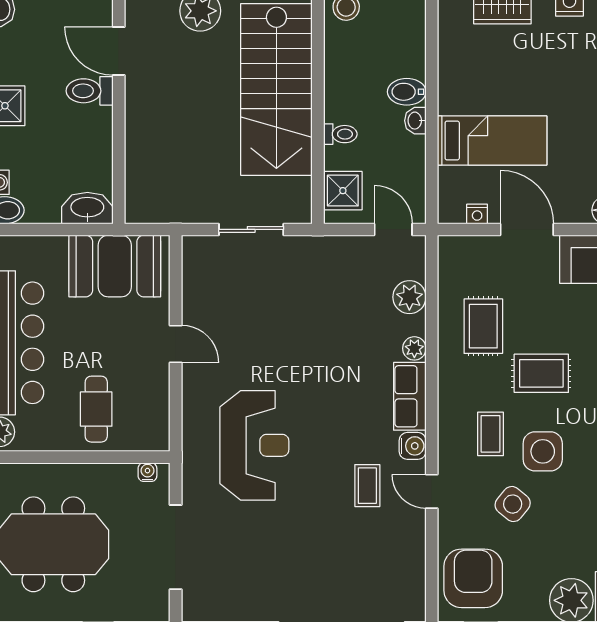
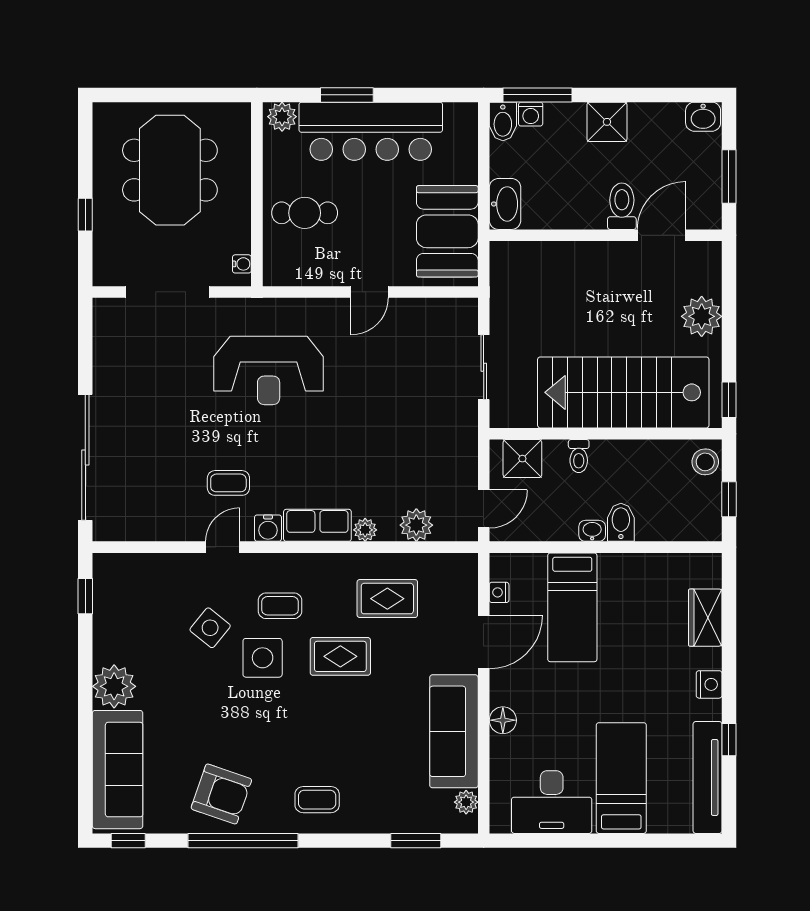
rug: (541, 373) -> (340, 656), turned 90
armchair: (473, 578) -> (136, 588), removed

